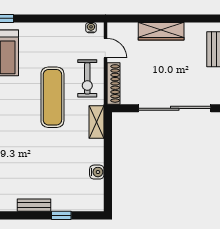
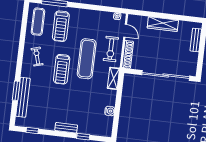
treadmill: (17, 118) -> (62, 69), added

